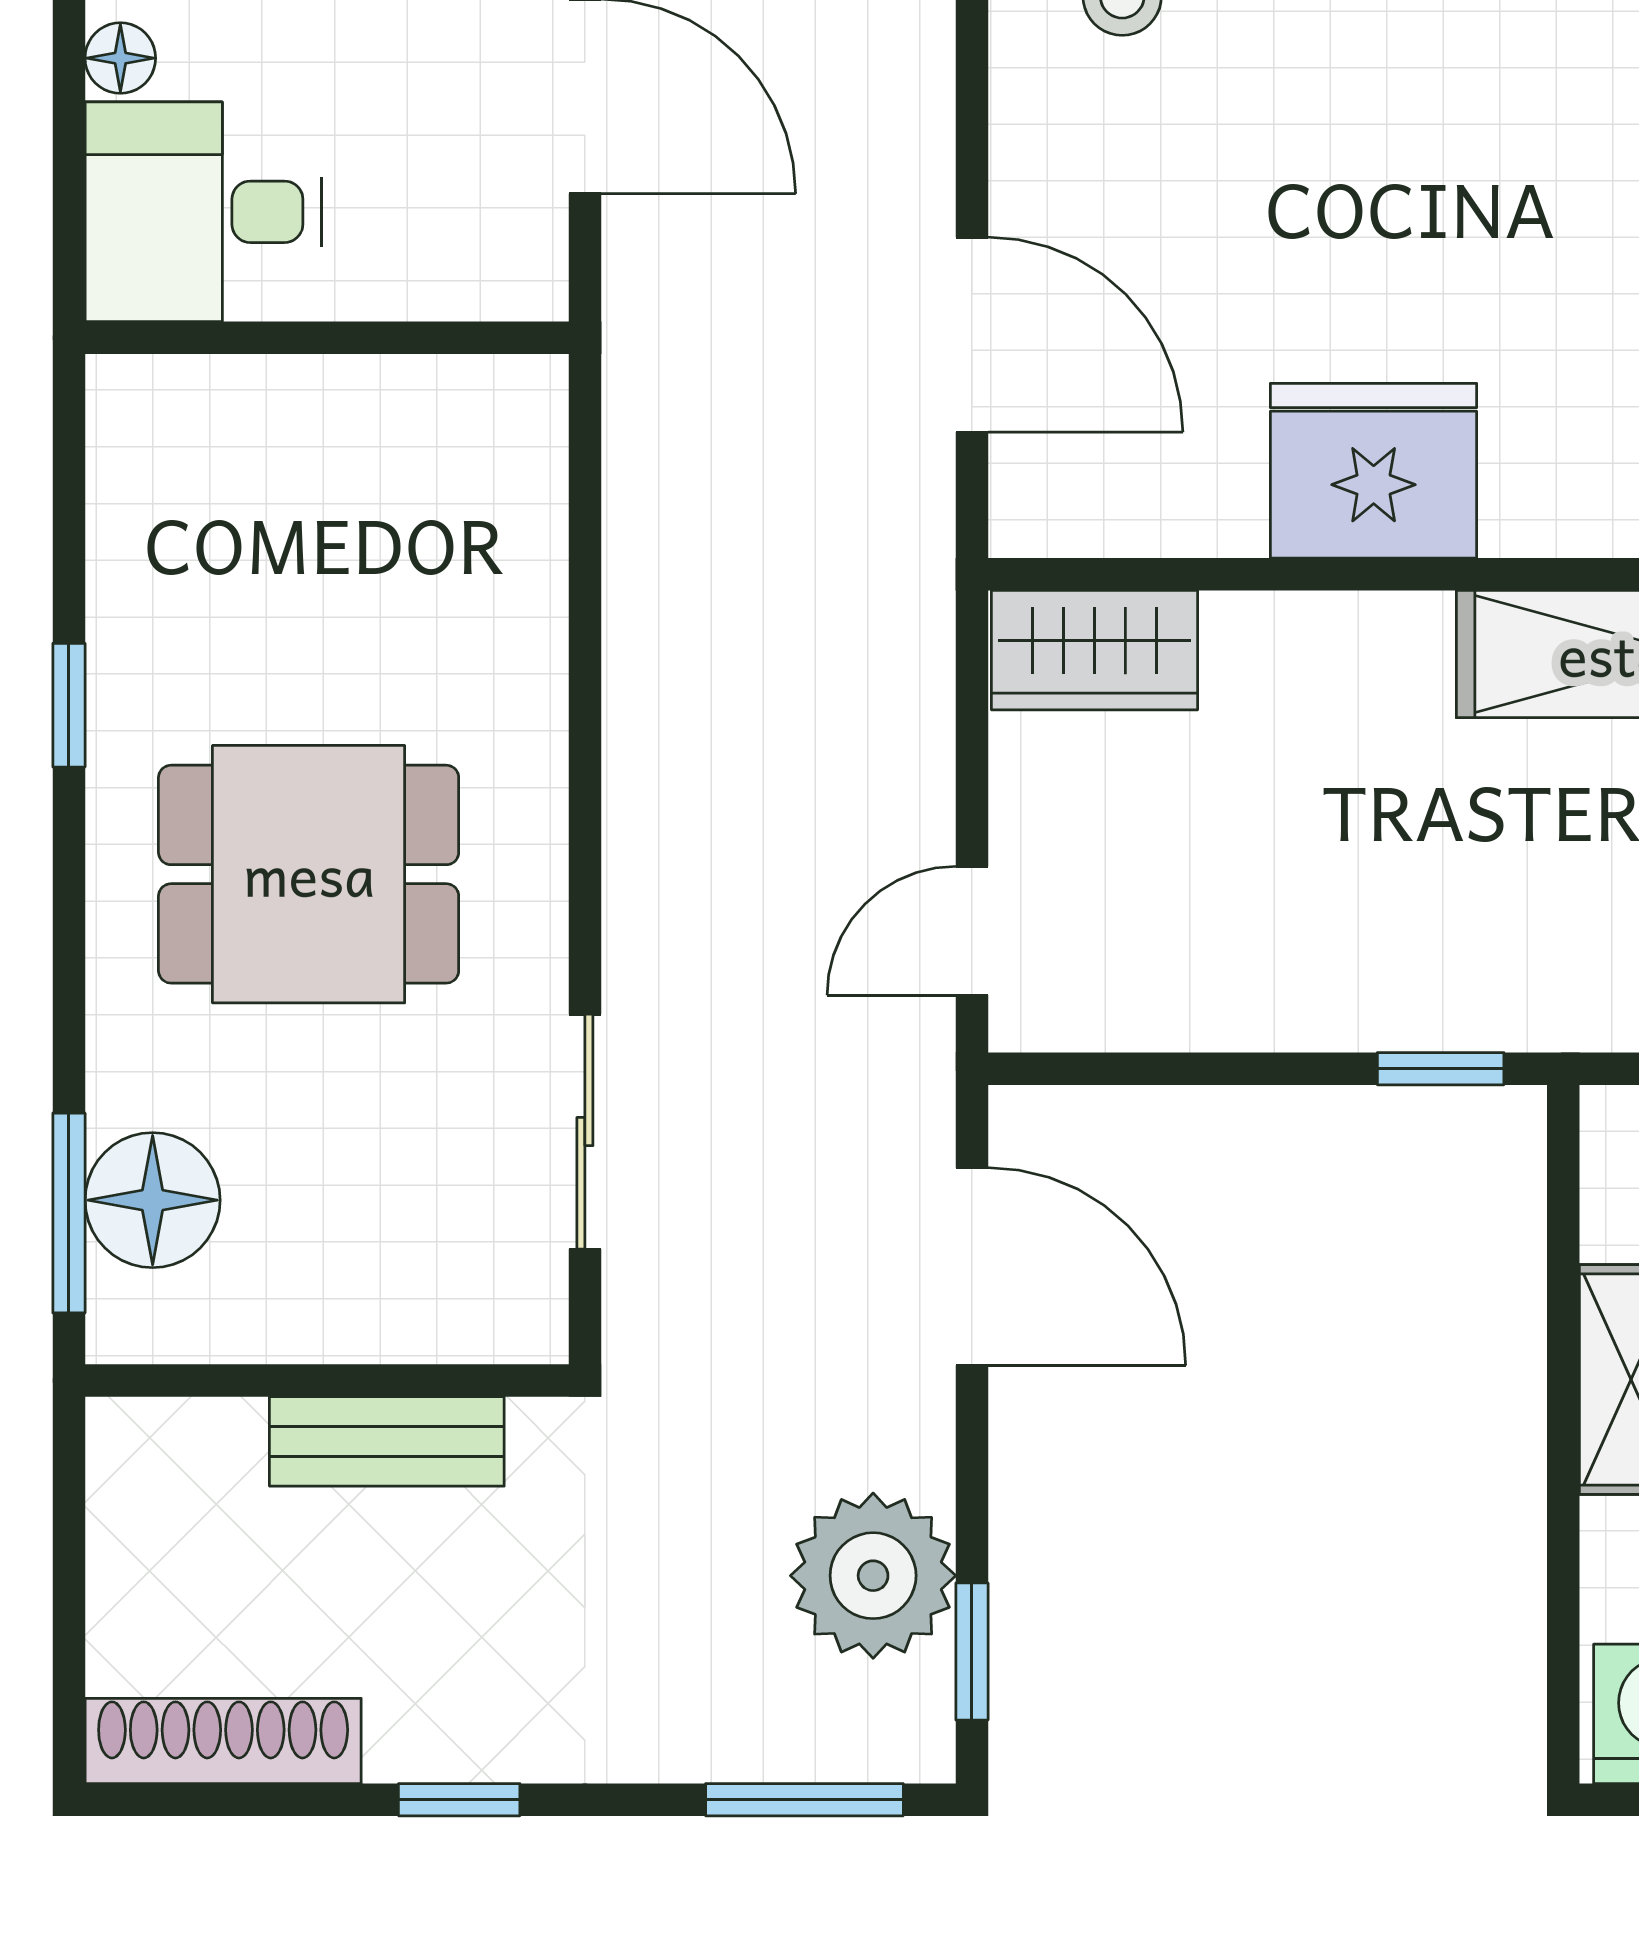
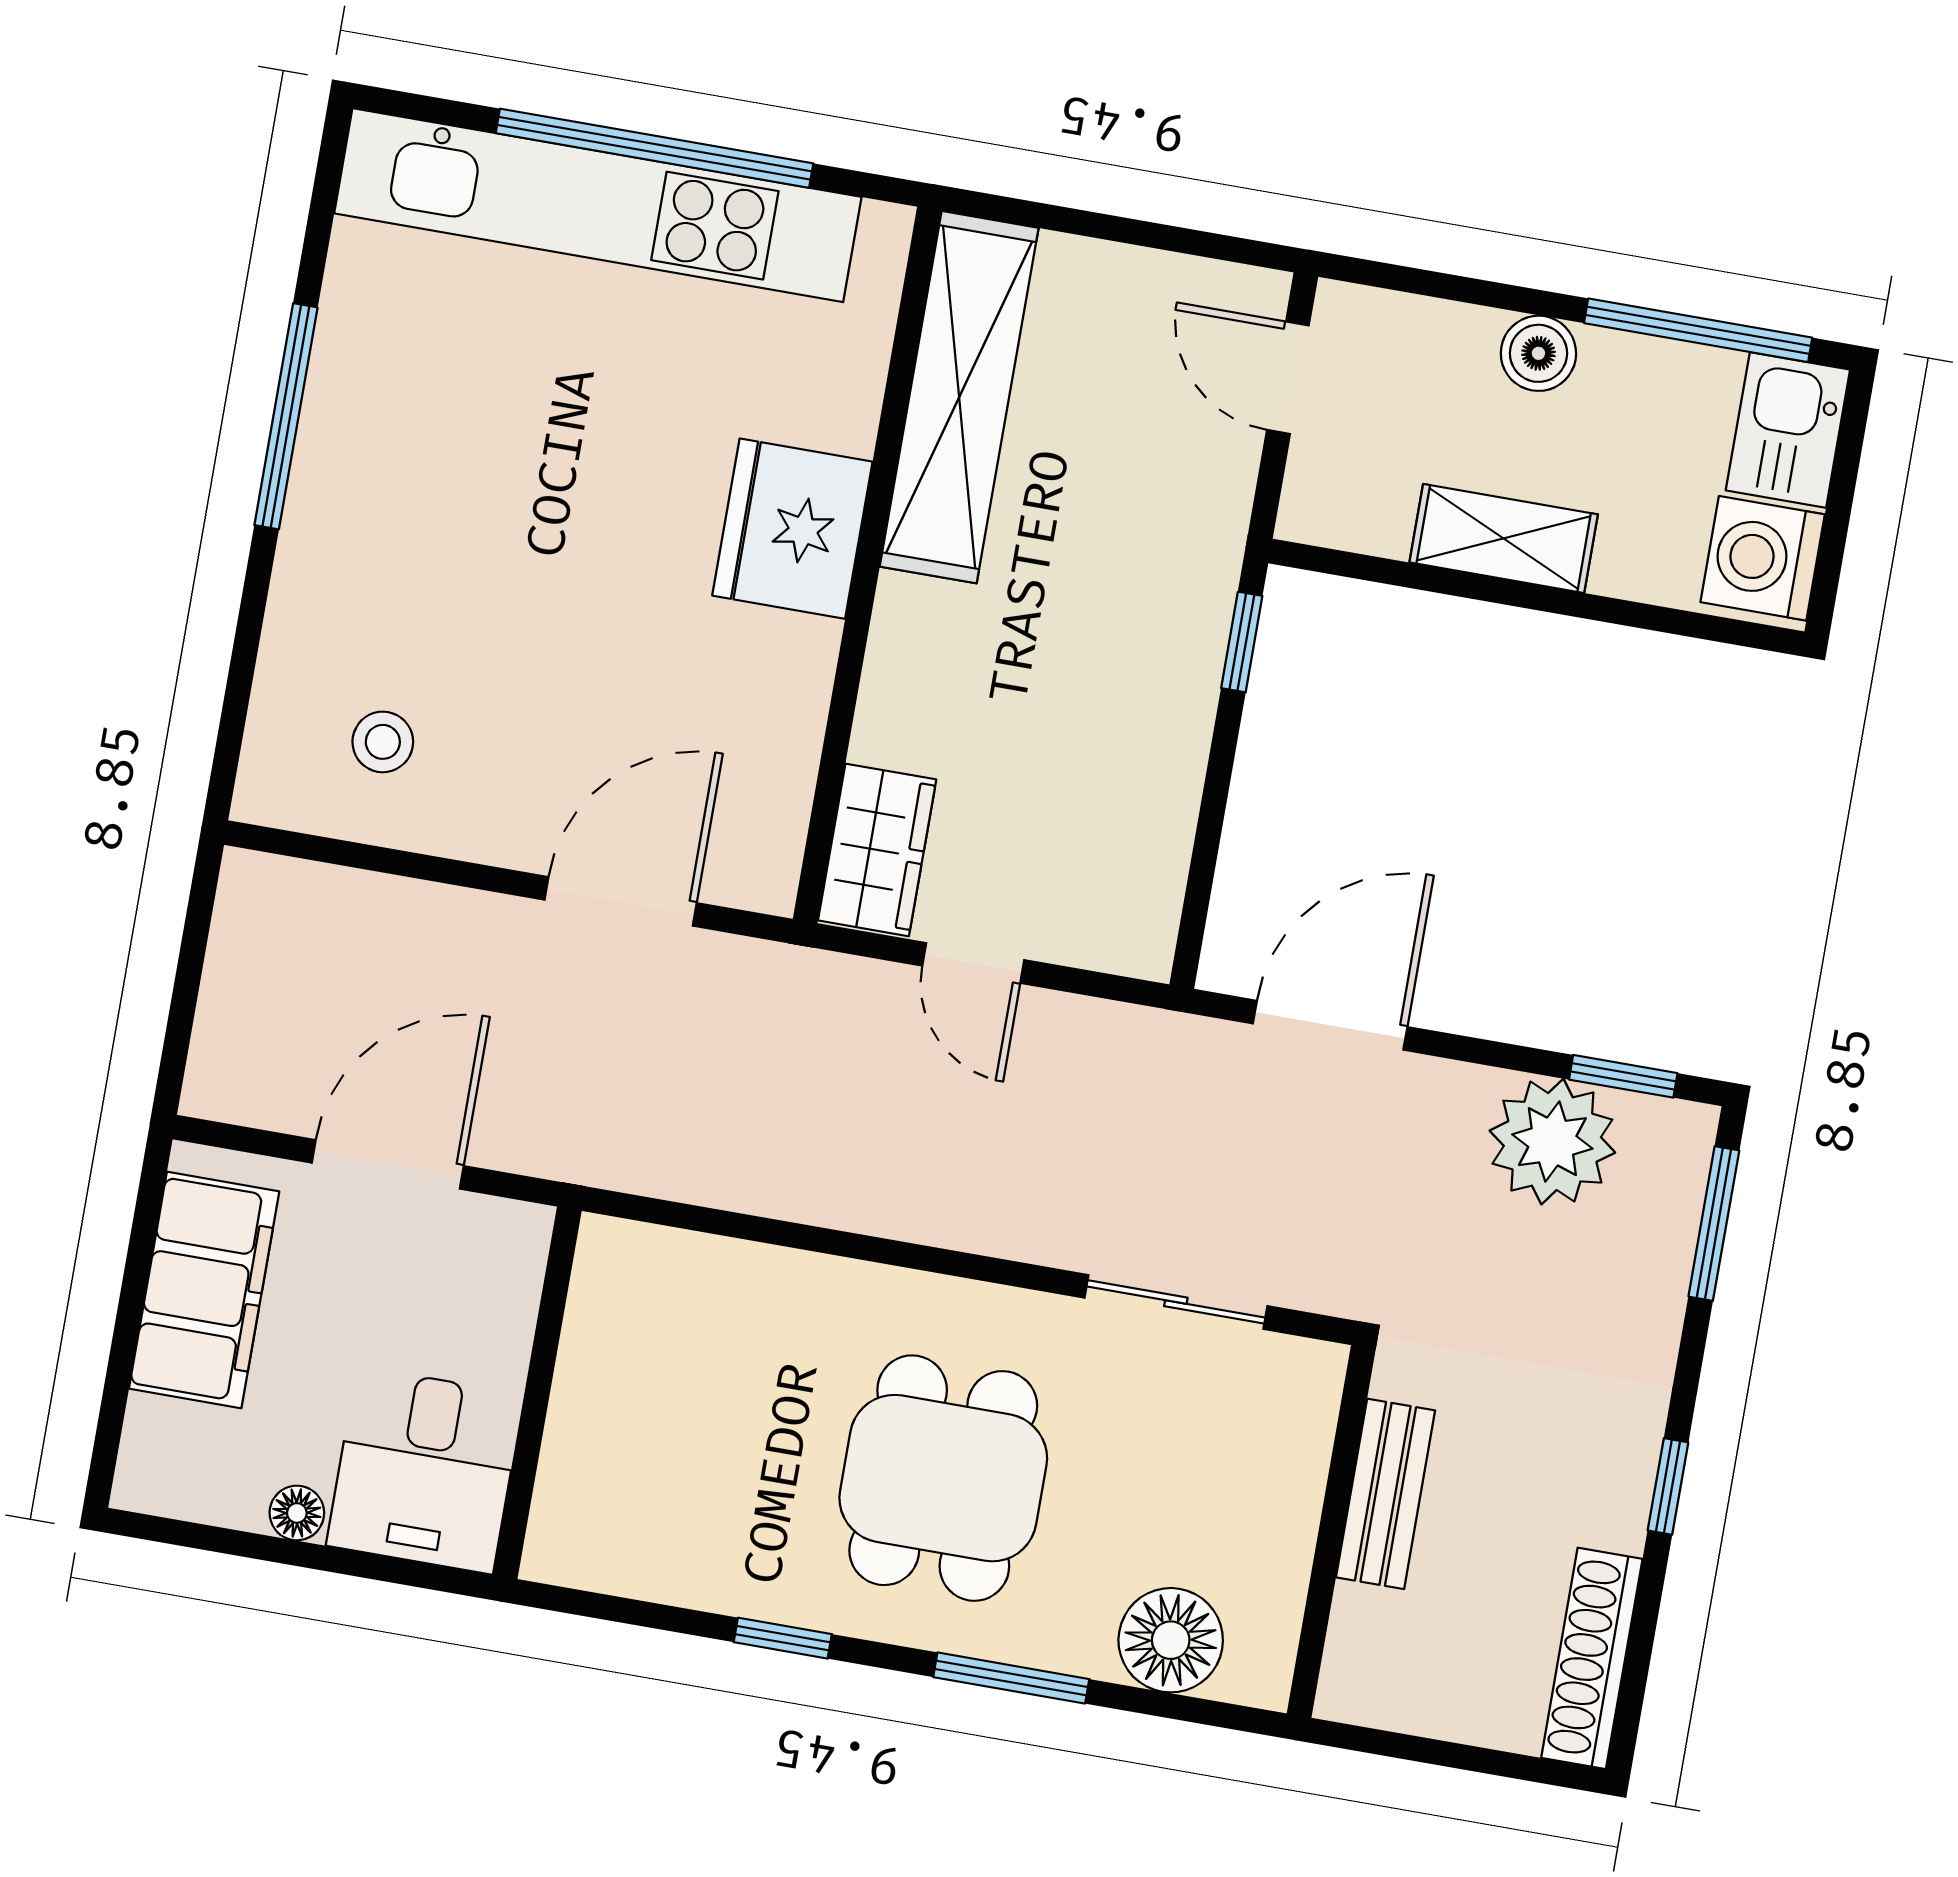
fridge: (1374, 471) -> (792, 529), moved
door: (972, 931) -> (973, 963), moved
window: (69, 1213) -> (1011, 1678), moved

